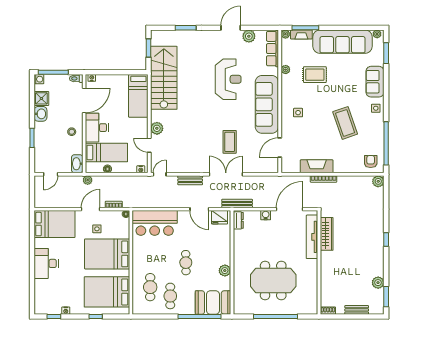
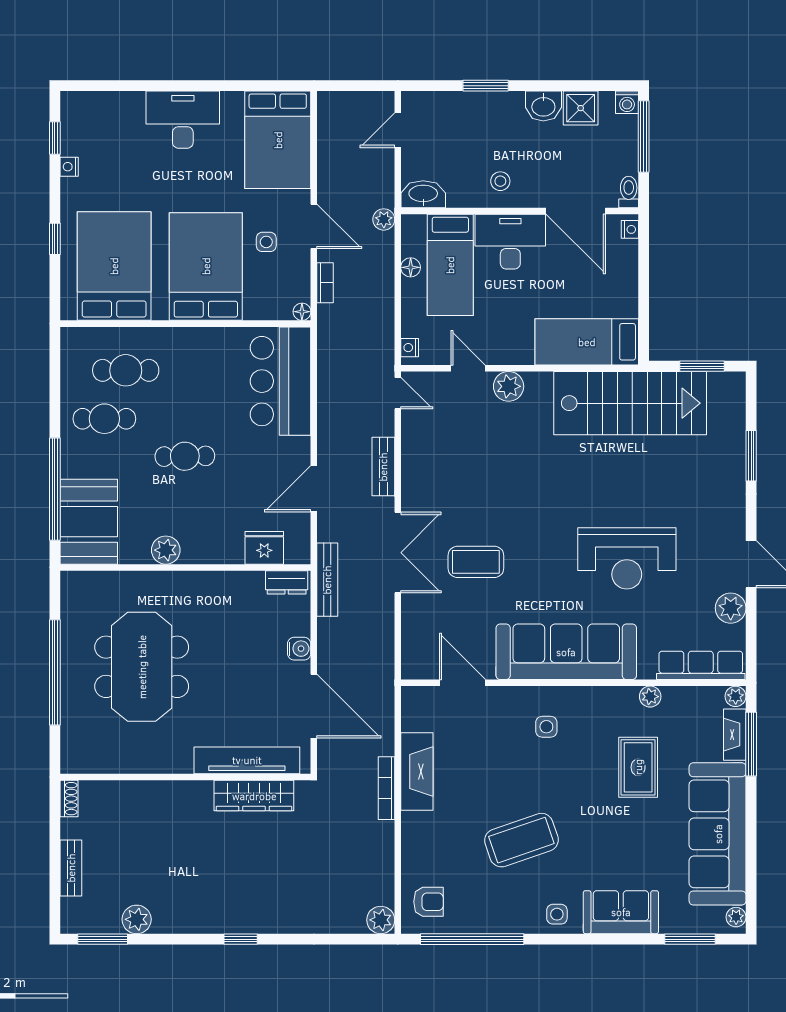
door: (149, 145) -> (468, 368), hinge flipped
door: (51, 174) -> (398, 130), hinge flipped
fridge: (220, 217) -> (264, 548), moved, turned 90

